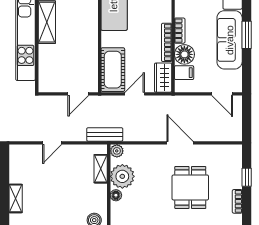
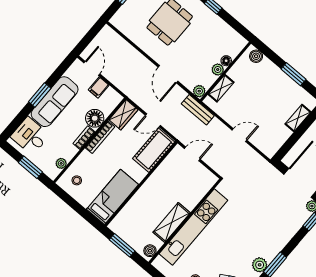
filing cabinet: (184, 73) -> (99, 87), moved, turned -90
door: (180, 143) -> (168, 74), moved
plant: (122, 176) -> (218, 70), width x0.53, depth x0.53

